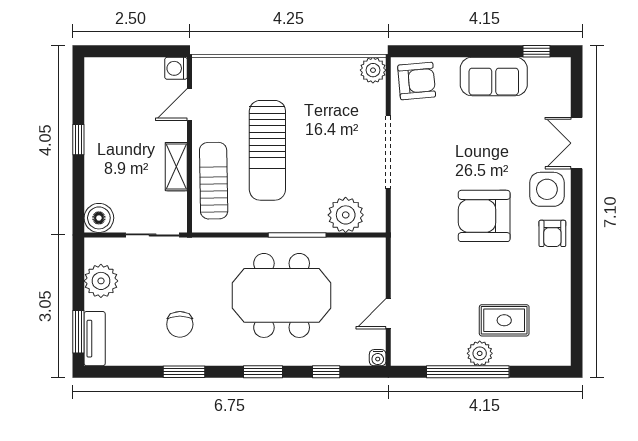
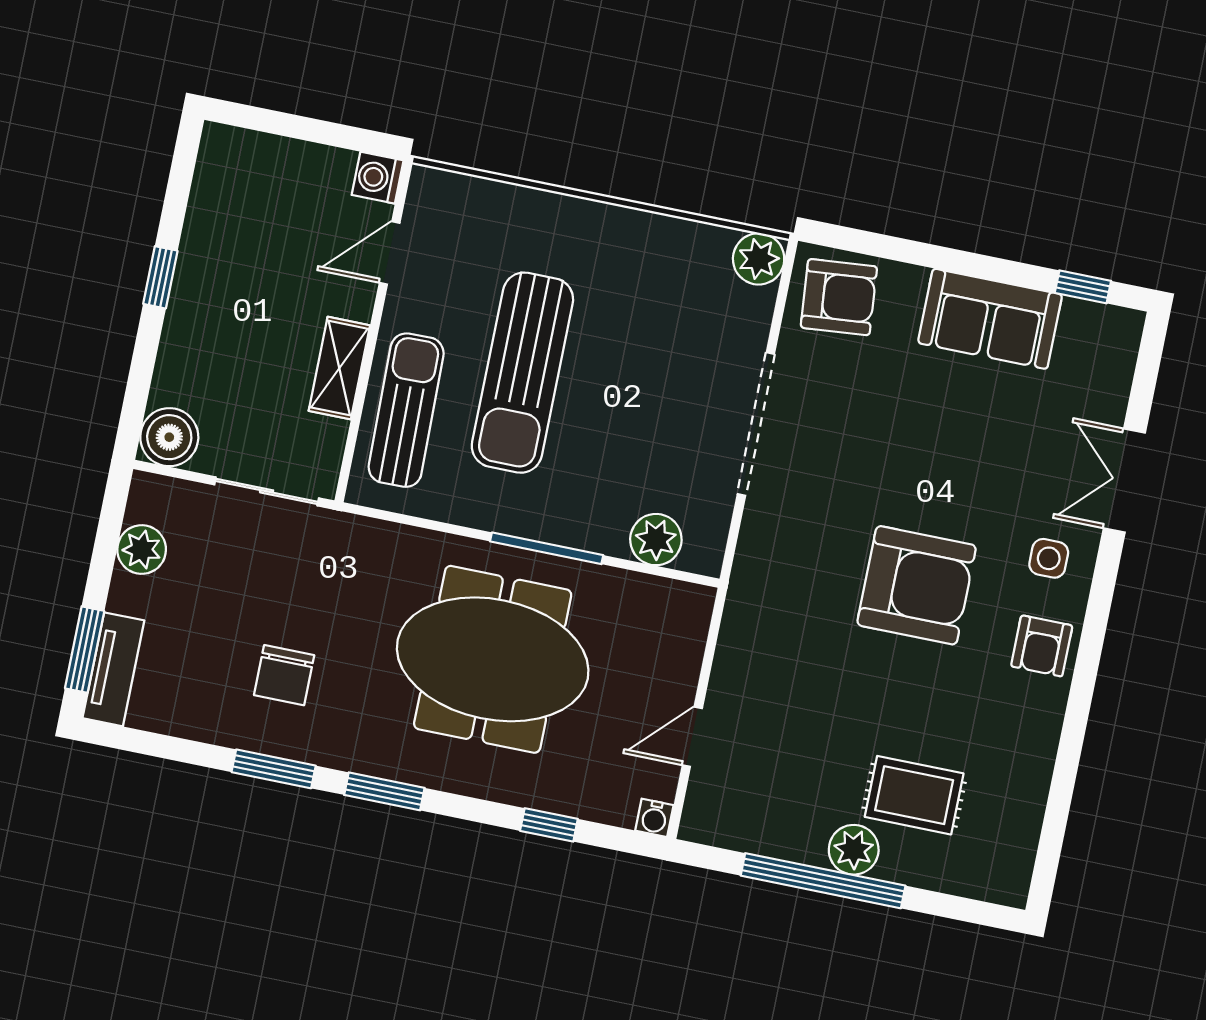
side table: (547, 189) -> (1049, 558), width x0.54, depth x0.54
plant: (346, 215) -> (656, 540), width x0.73, depth x0.73
armchair: (484, 216) -> (917, 585), turned 180
plant: (101, 281) -> (142, 550), width x0.73, depth x0.73
window: (263, 372) -> (384, 791), moved

